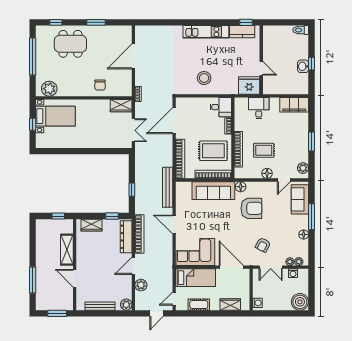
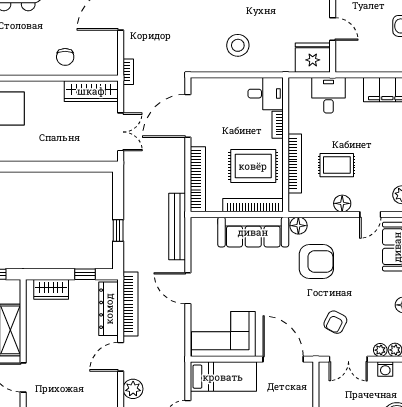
wardrobe: (121, 106) -> (91, 91), width x1.50

